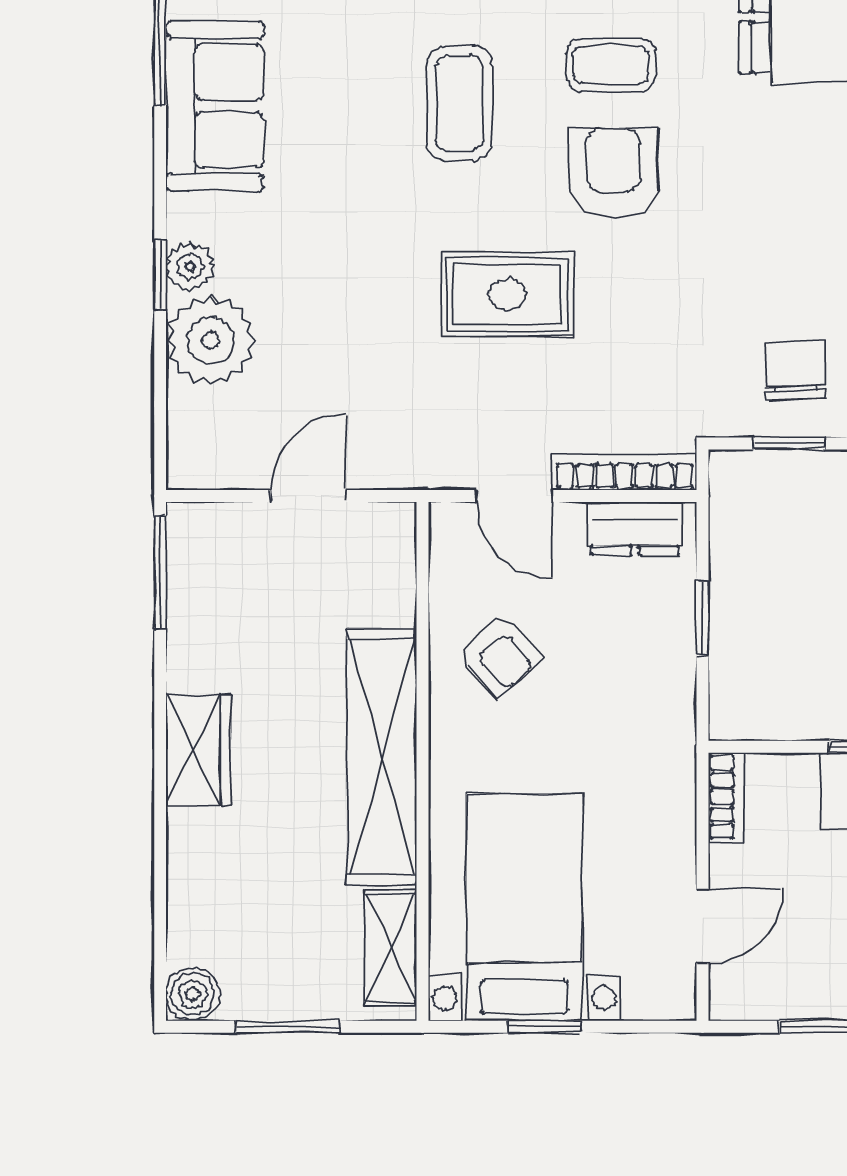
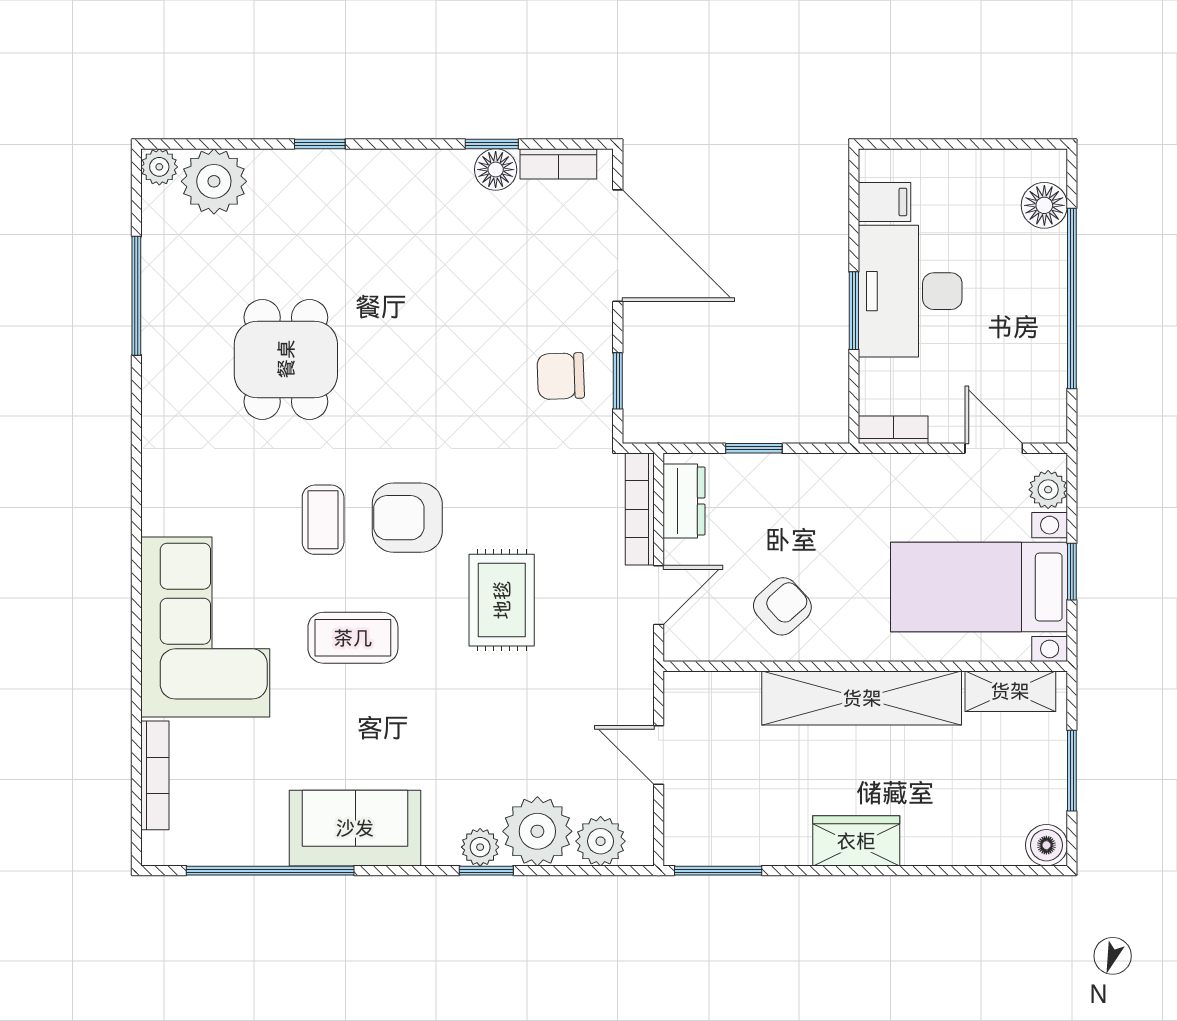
plant: (198, 421) -> (601, 841), added
plant: (649, 996) -> (1048, 490), added

